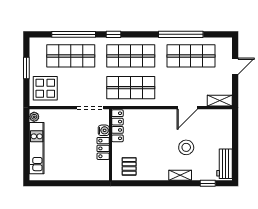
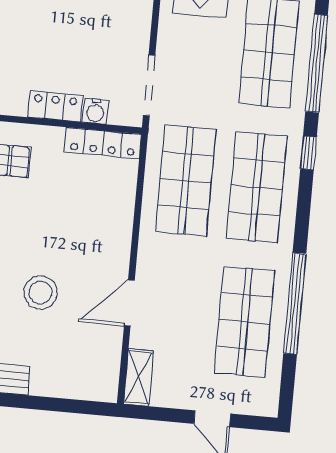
door: (187, 108) -> (129, 303), hinge flipped

